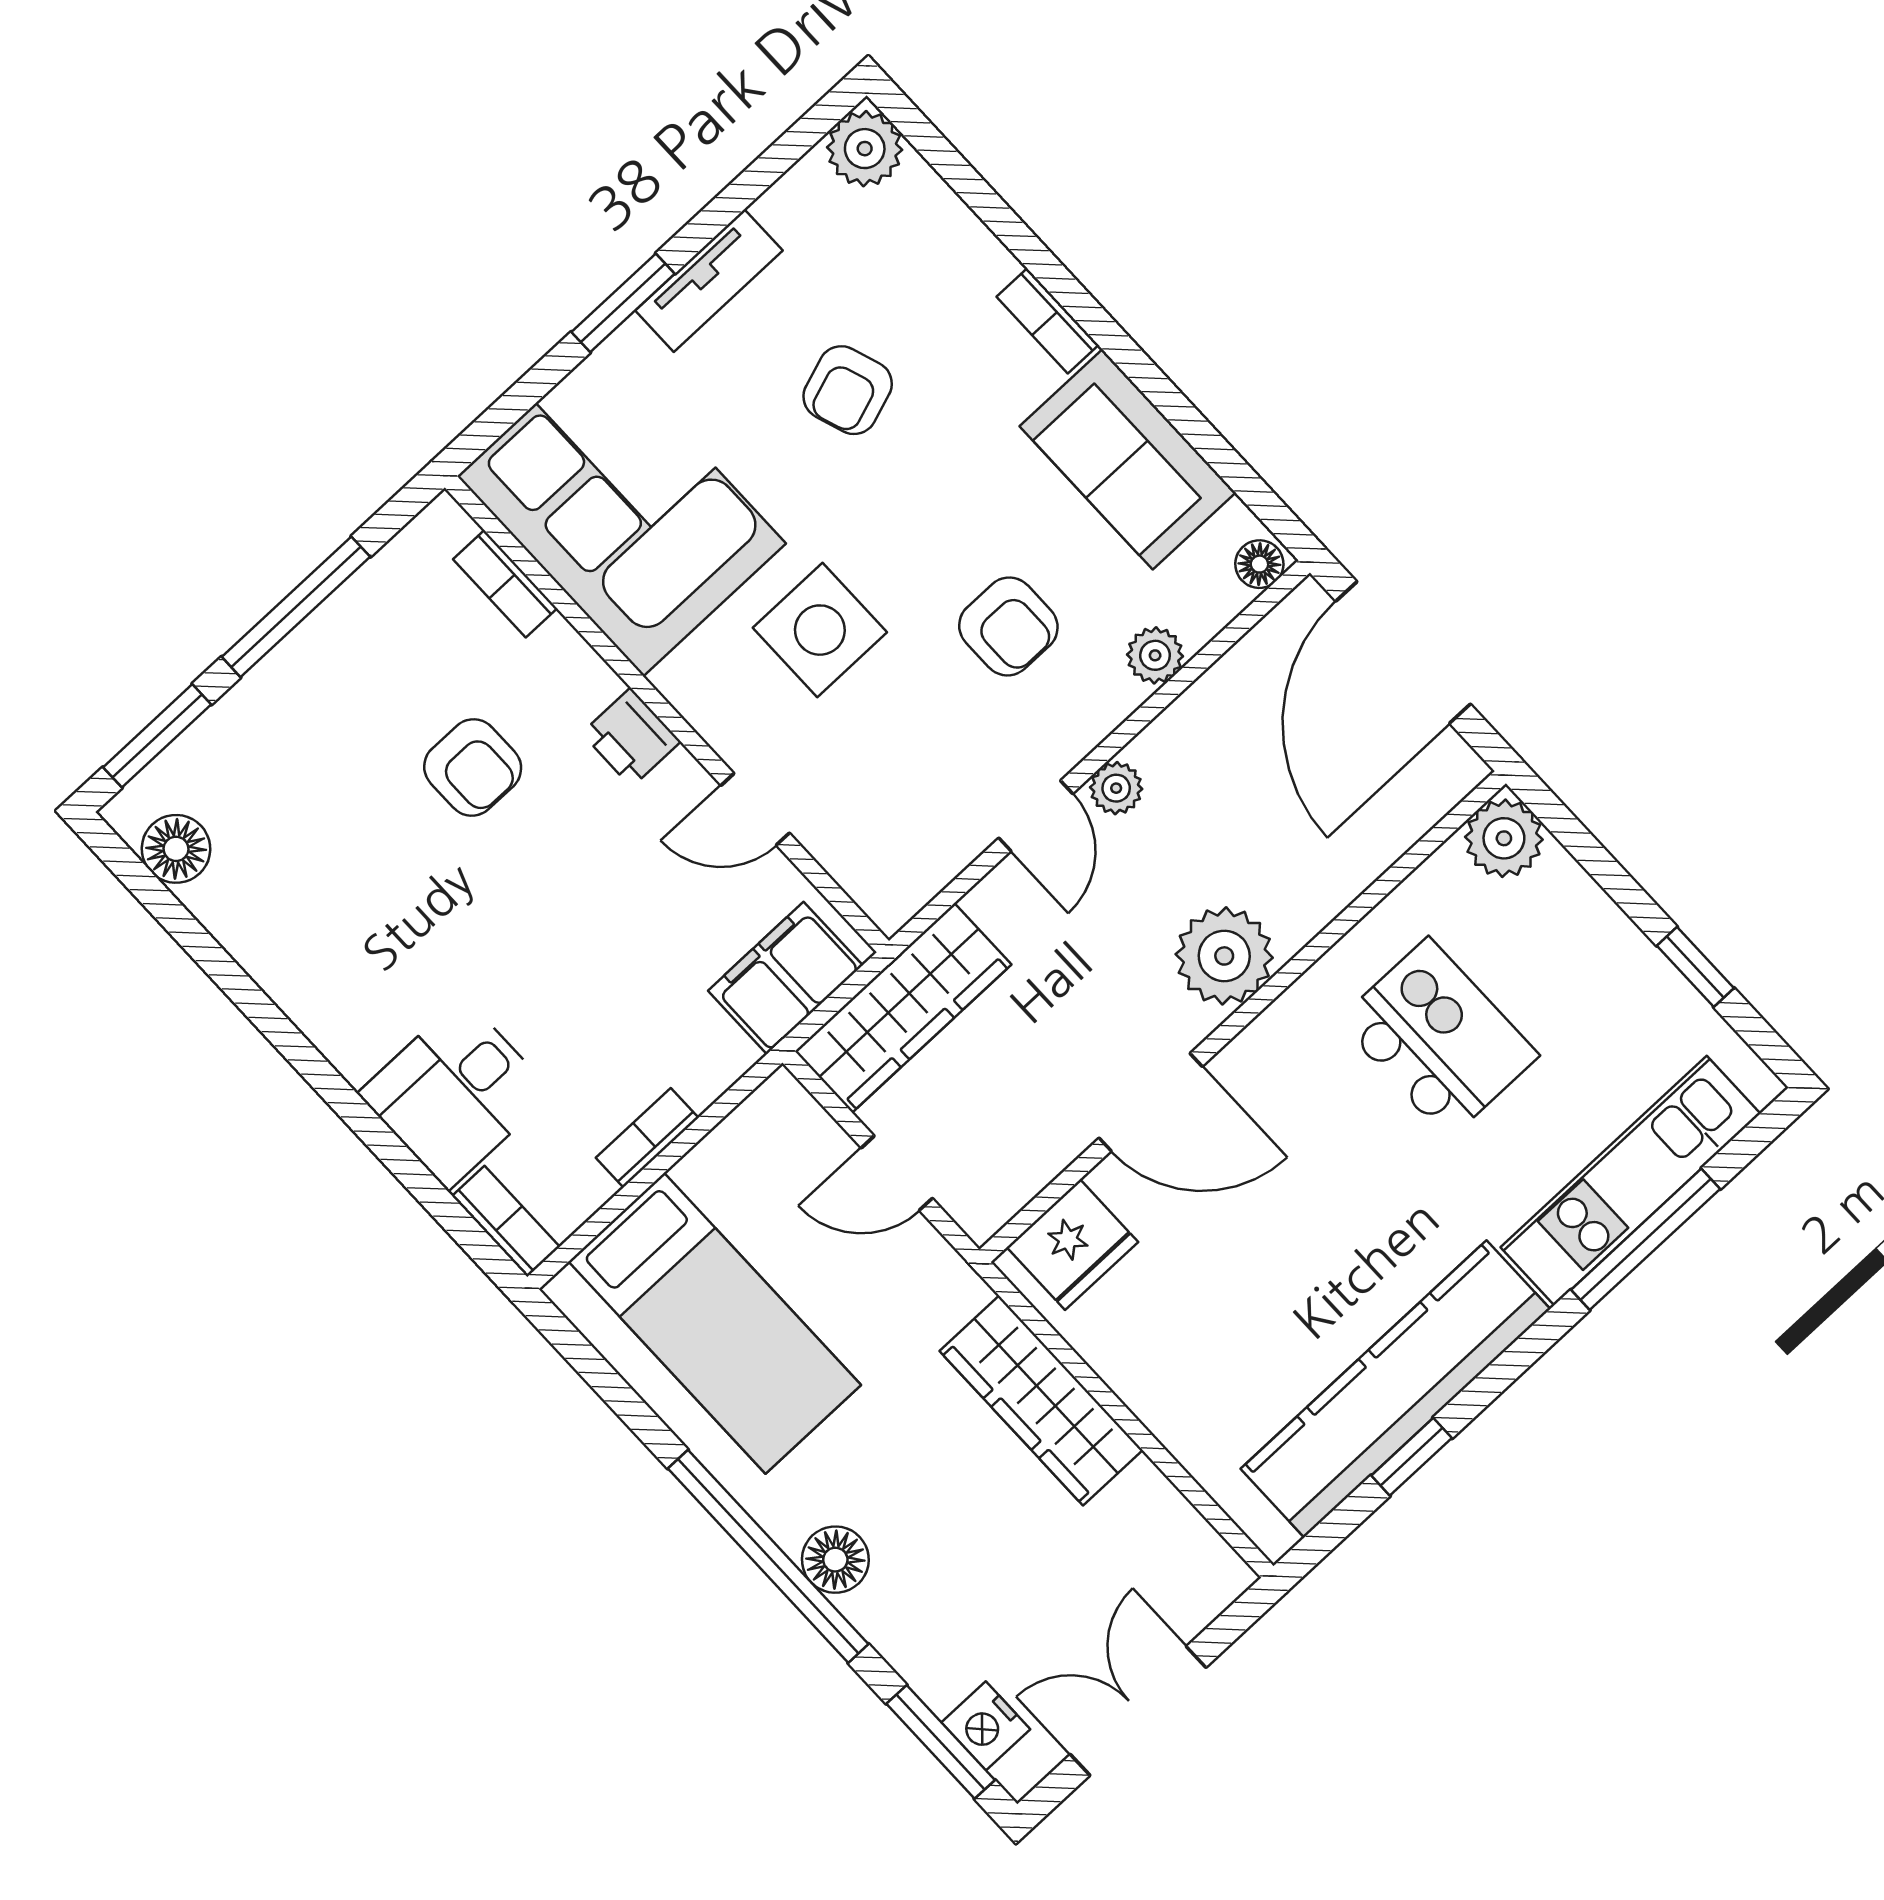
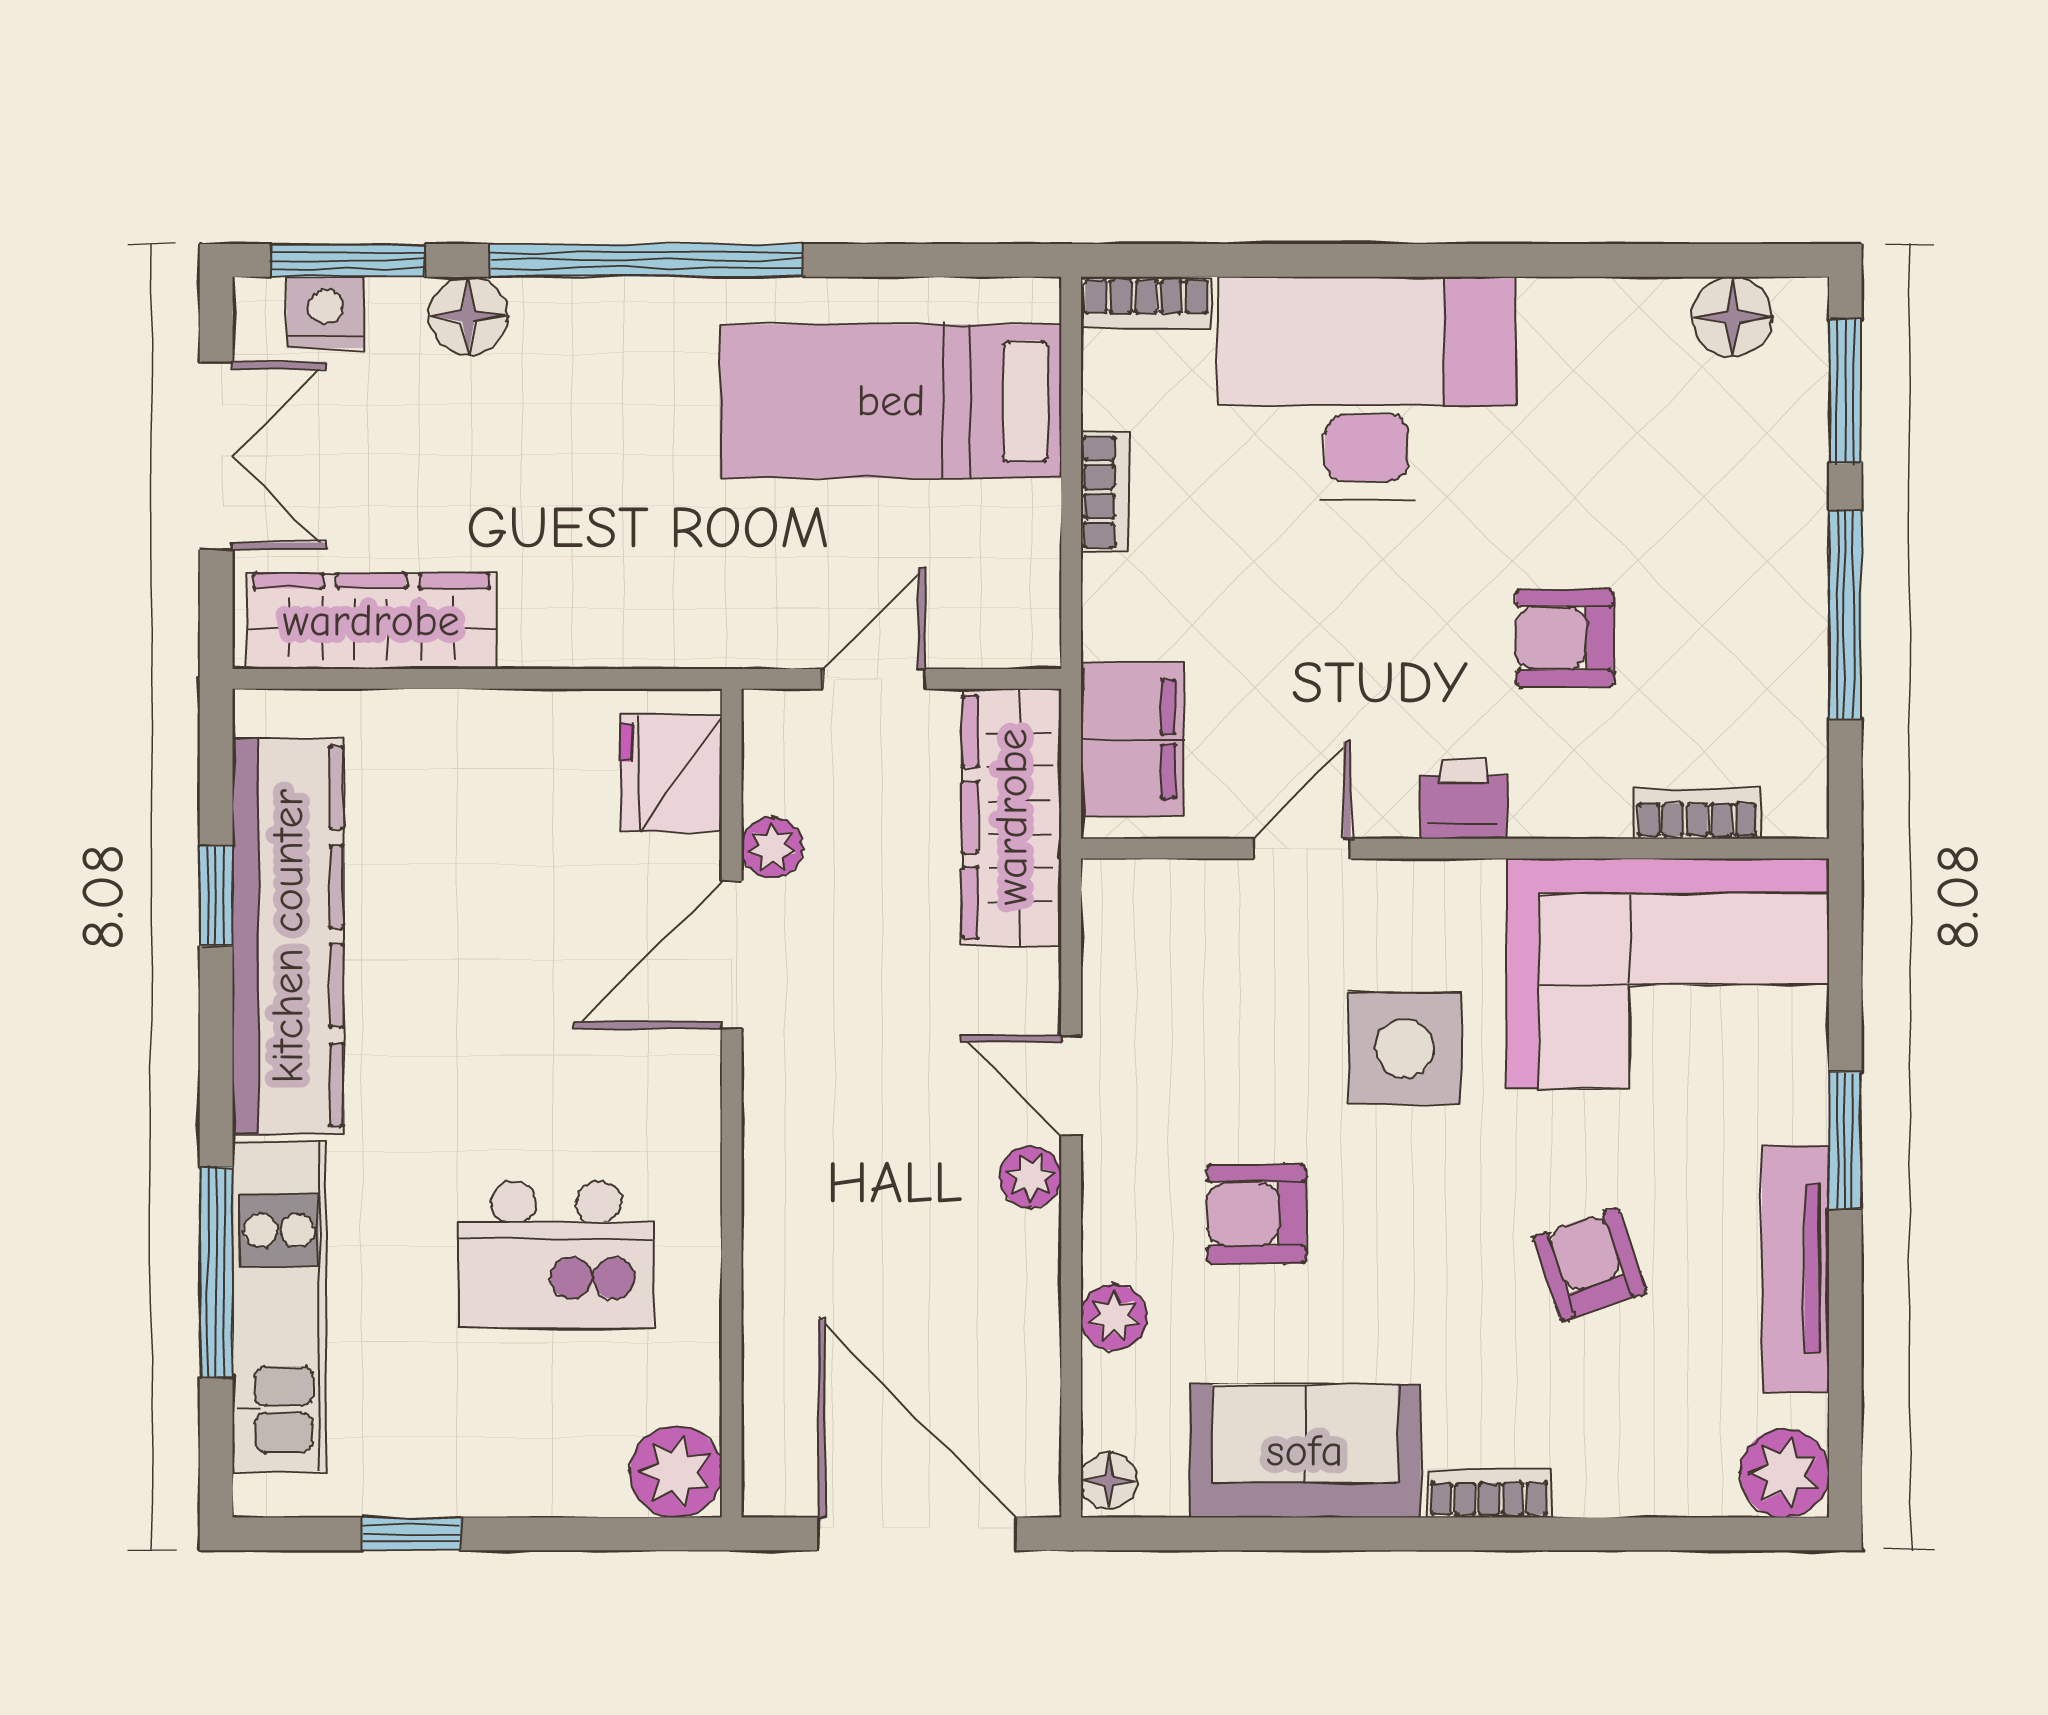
tv unit: (709, 281) -> (1796, 1269), width x1.41
plant: (1224, 956) -> (772, 848), moved, width x0.53, depth x0.53
desk: (455, 1093) -> (1366, 388), width x1.87, depth x1.30
wardrobe: (1041, 1400) -> (371, 621), moved
floor lamp: (835, 1560) -> (468, 316), moved

